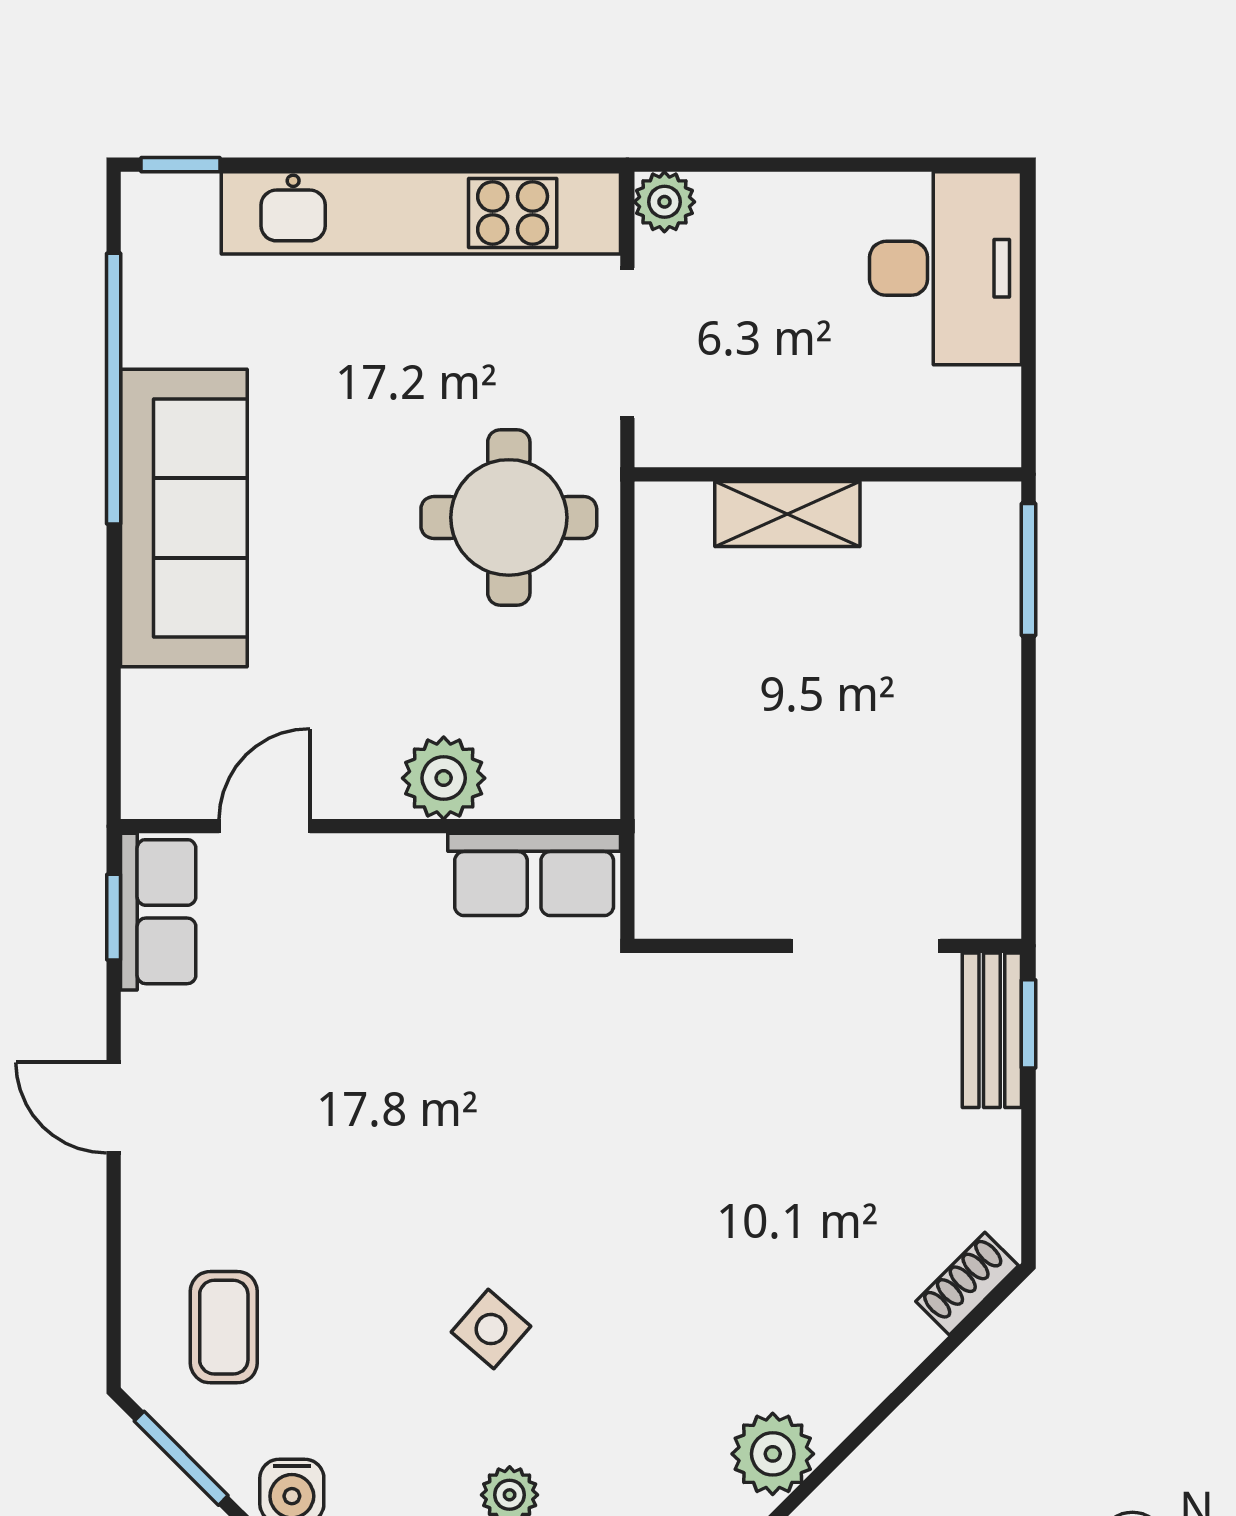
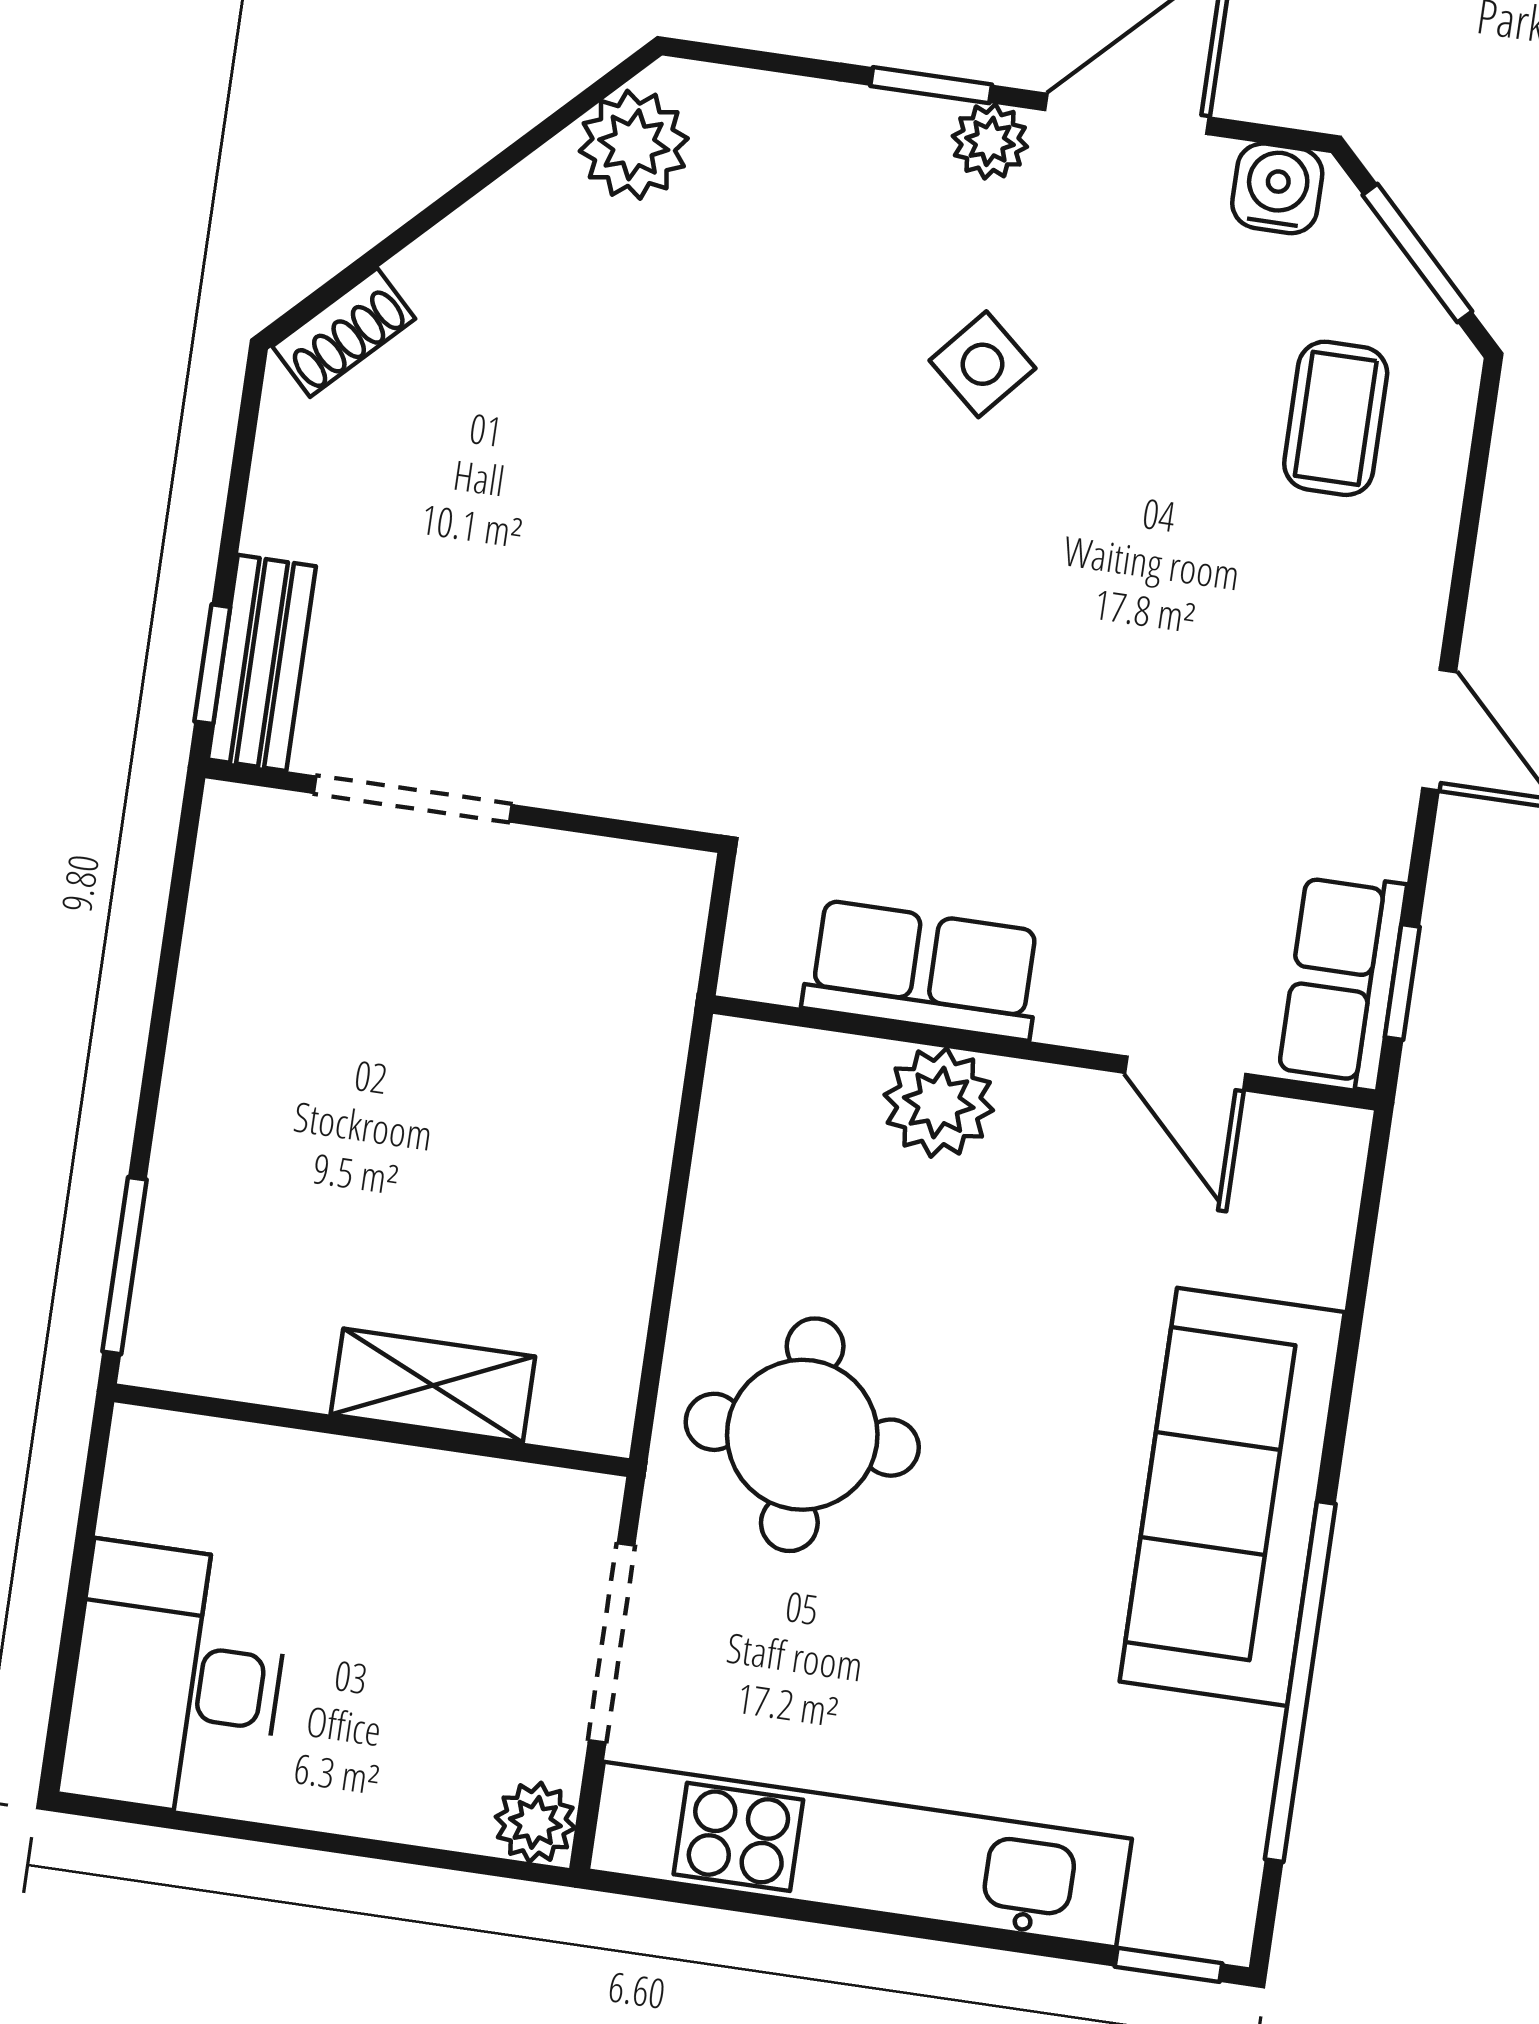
door: (264, 826) -> (1185, 1073), hinge flipped
row of seats: (534, 874) -> (923, 970), moved

